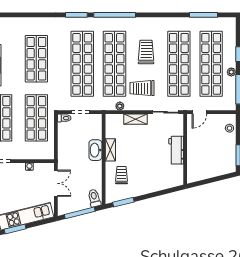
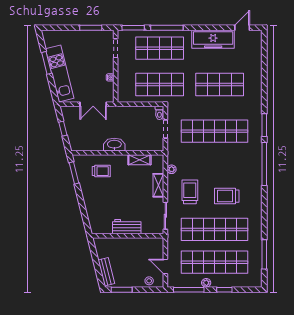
trolley: (146, 52) -> (227, 196), turned 180
shop shelf: (114, 64) -> (215, 164), removed
door: (199, 112) -> (165, 266), moved
washbasin: (95, 150) -> (114, 145), moved
shelving: (110, 150) -> (139, 160), moved
bench: (220, 170) -> (106, 272), added
toilet: (94, 198) -> (78, 143), removed
window: (80, 213) -> (63, 129), width x0.46

